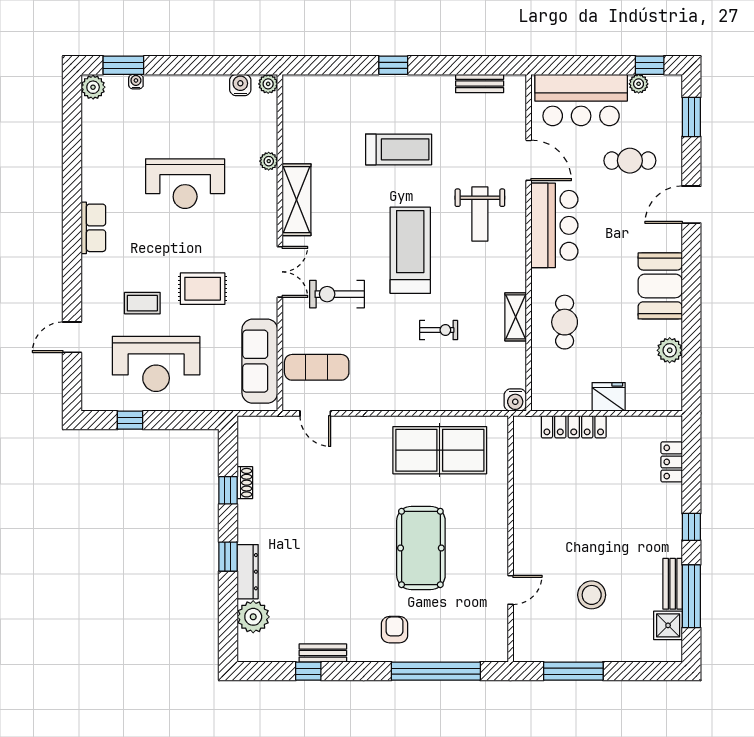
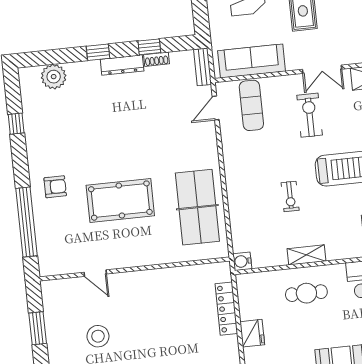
dresser: (248, 572) -> (122, 65), moved
bench: (323, 653) -> (203, 67), moved
window: (573, 671) -> (38, 328), width x0.69

